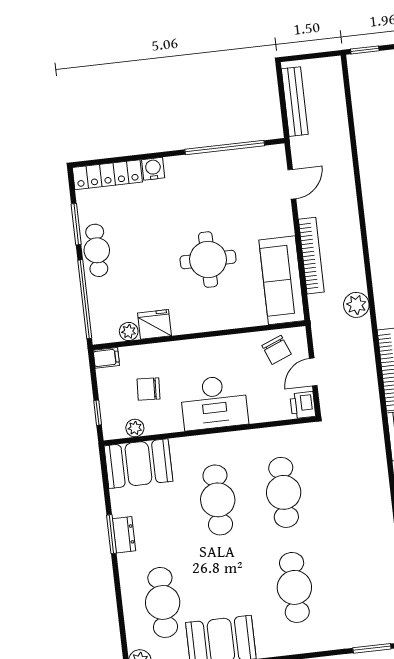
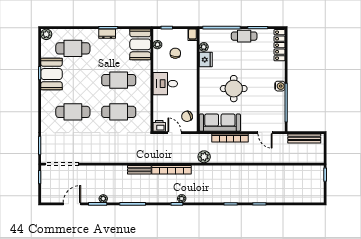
water cooler: (153, 169) -> (280, 86), moved
desk: (214, 402) -> (165, 84), width x0.73

